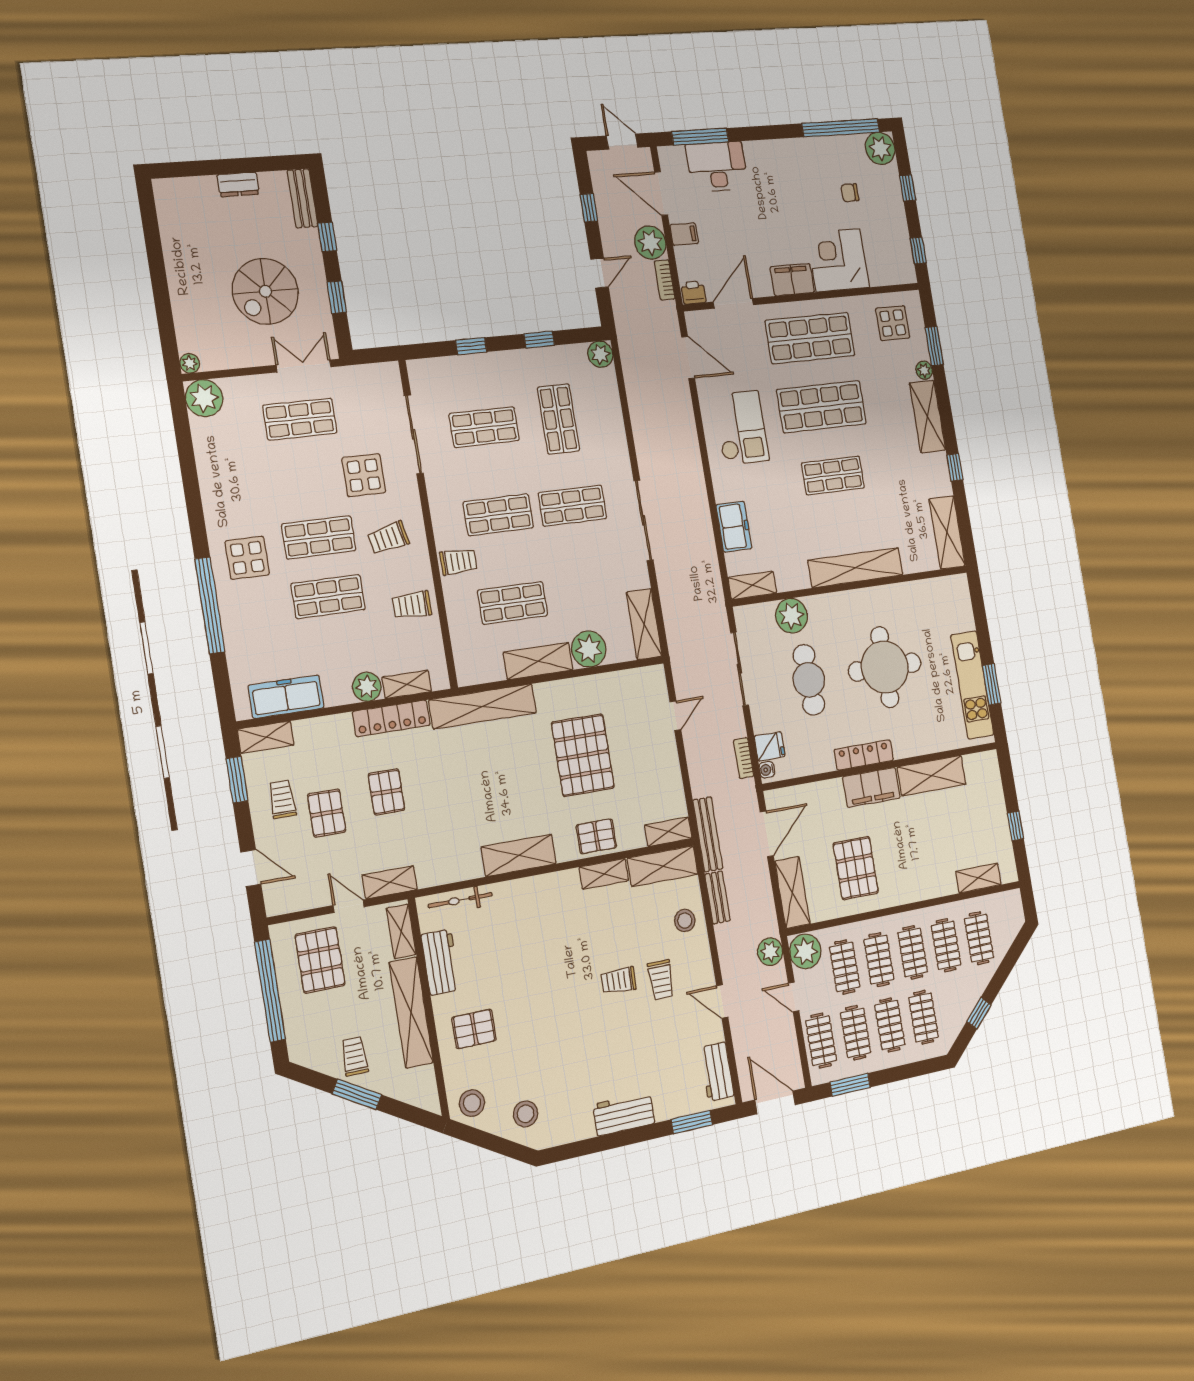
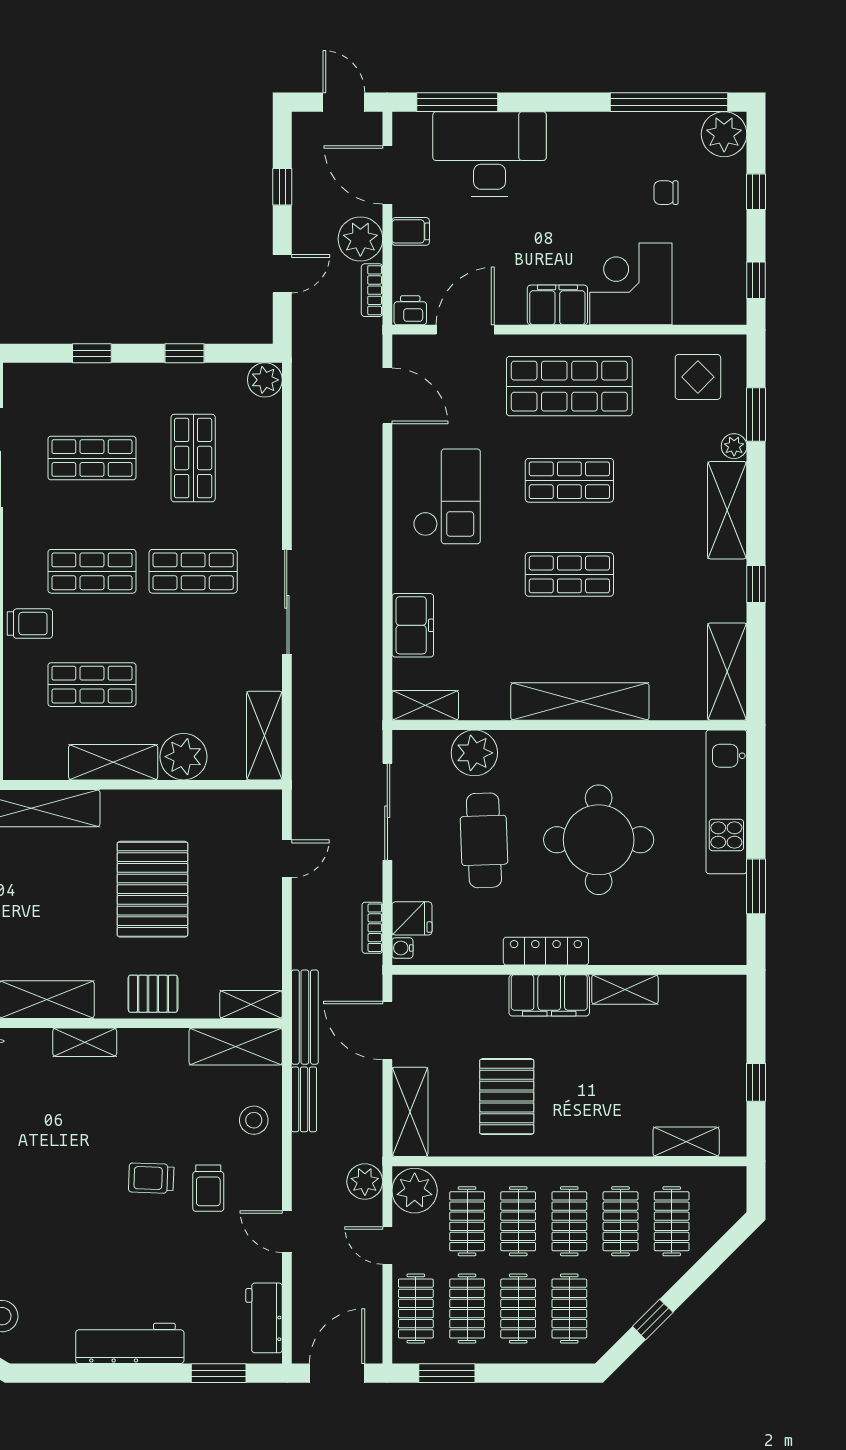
desk: (717, 167) -> (490, 154), width x1.36, depth x1.30
shop shelf: (822, 407) -> (569, 480), width x0.70, depth x0.74
kitchen unit: (972, 685) -> (726, 802), moved
shelving: (932, 776) -> (625, 989), width x0.67, depth x0.75
door: (767, 834) -> (387, 1030), swing flipped
shelving: (604, 874) -> (85, 1042), moved
door: (775, 1102) -> (337, 1373), hinge flipped
workbench: (624, 1114) -> (130, 1343), width x1.38

